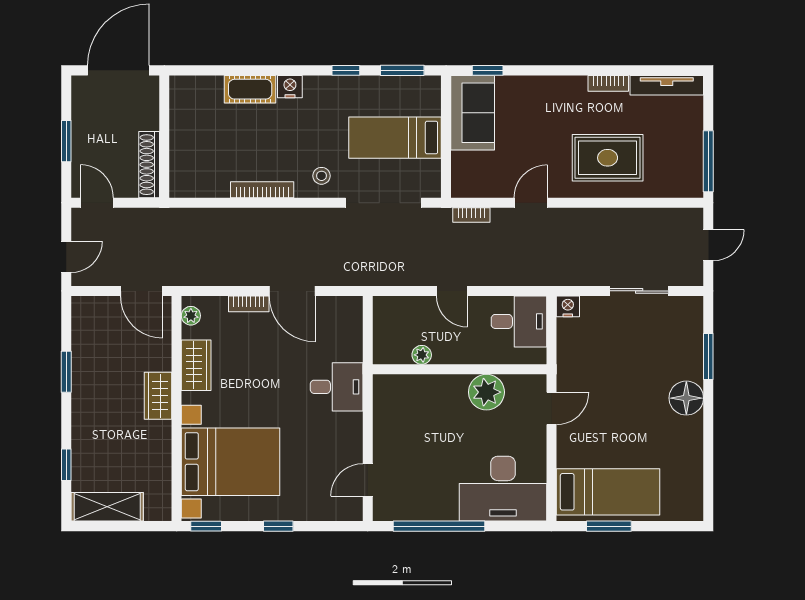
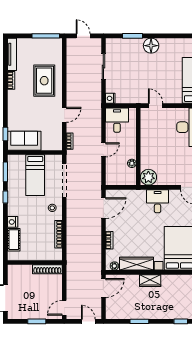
wall: (164, 137) -> (35, 263), moved
shoe rack: (149, 165) -> (47, 269), moved
door: (531, 203) -> (64, 115), swing flipped
door: (292, 291) -> (103, 208), moved
wardrobe: (196, 365) -> (136, 264), width x1.50
desk: (337, 387) -> (158, 201), moved
plant: (486, 392) -> (148, 177), moved

